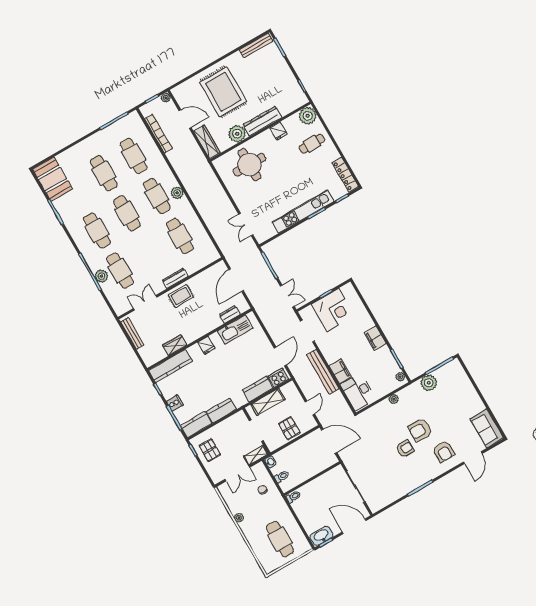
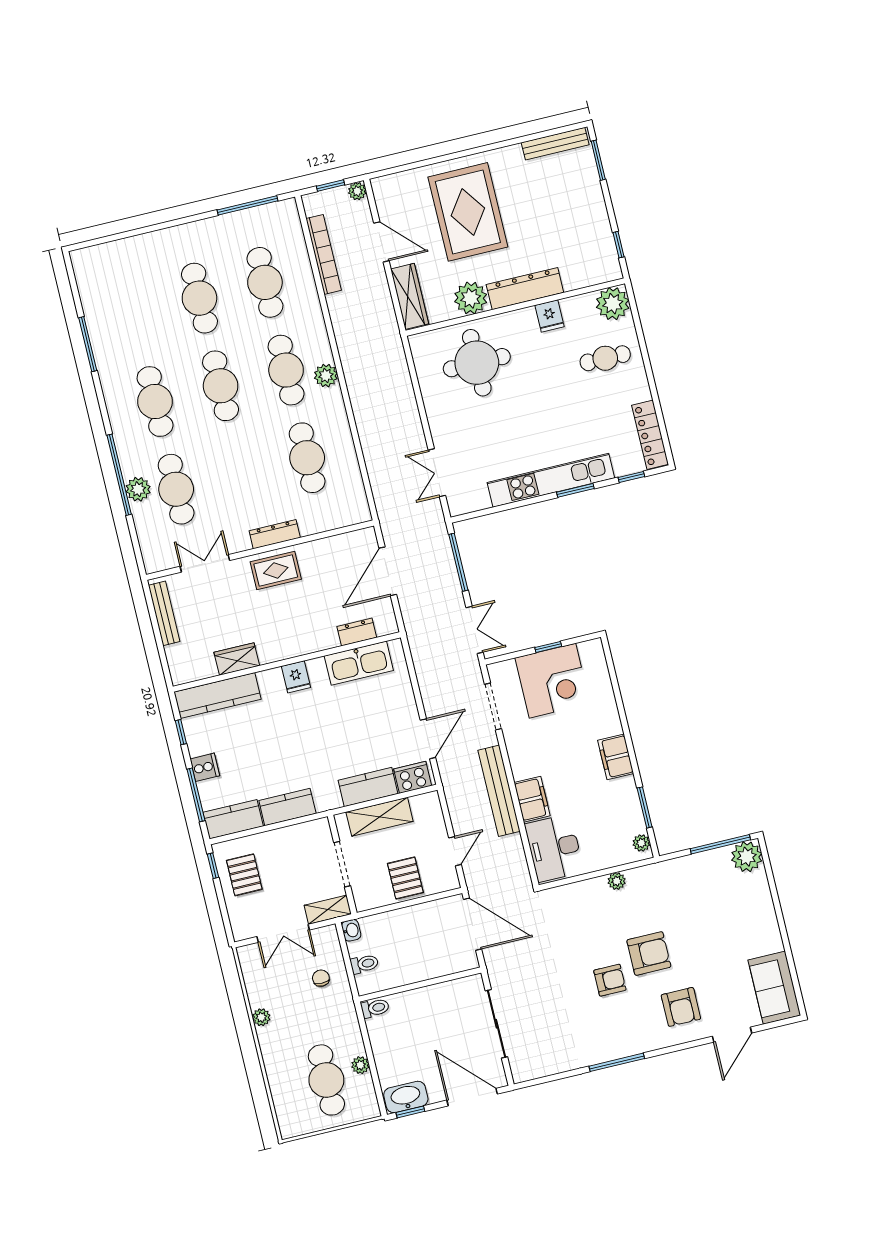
booth: (52, 179) -> (100, 281), removed
plant: (429, 383) -> (747, 857), moved
armchair: (420, 430) -> (649, 953), turned 180
plant: (295, 527) -> (360, 1065), added

